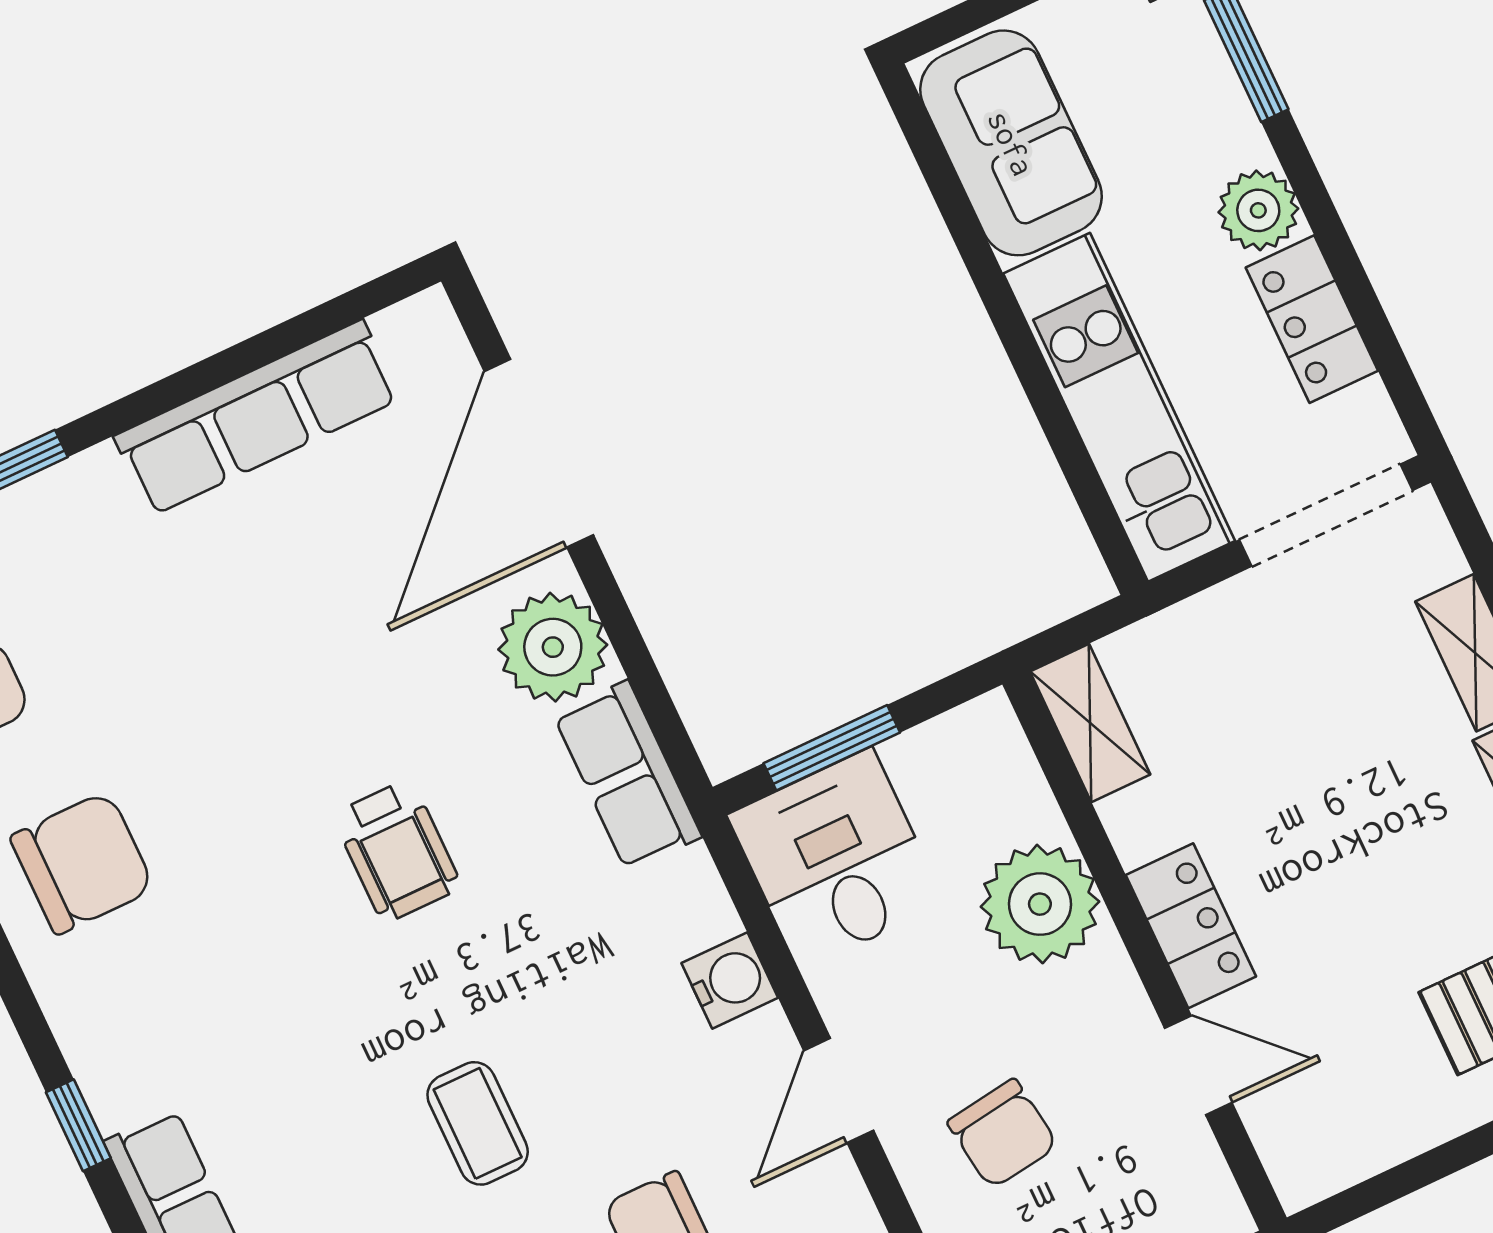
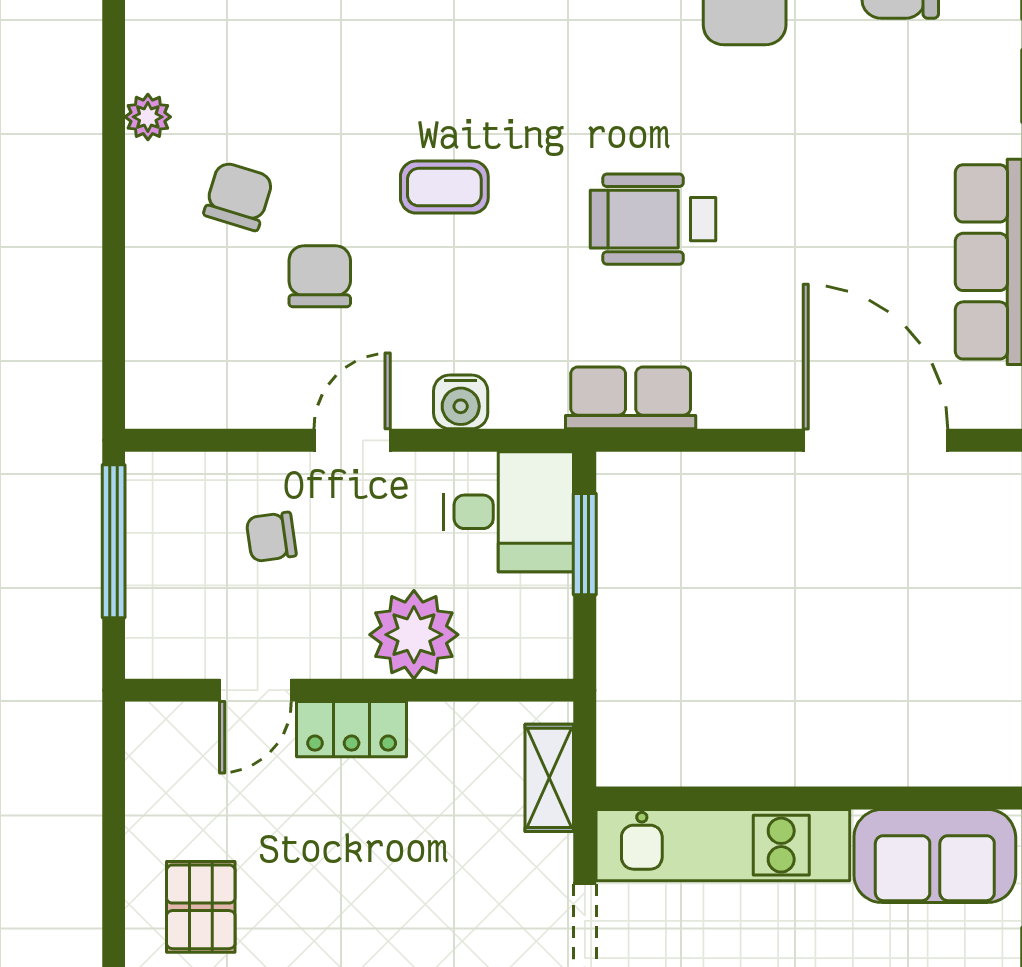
plant: (553, 647) -> (741, 388), removed
shelving: (1090, 723) -> (549, 778), moved, turned 90
wheelchair: (397, 851) -> (653, 219), width x1.36, depth x1.37
door: (839, 1091) -> (352, 440), hinge flipped
chair: (1003, 1134) -> (271, 537), width x0.73, depth x0.73

